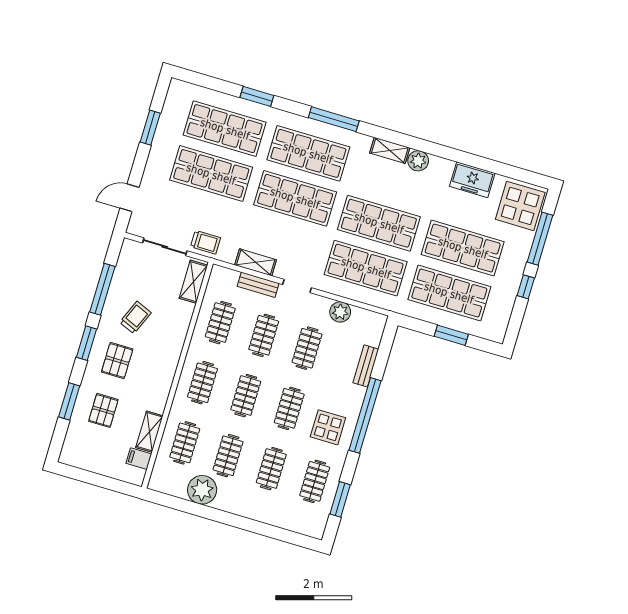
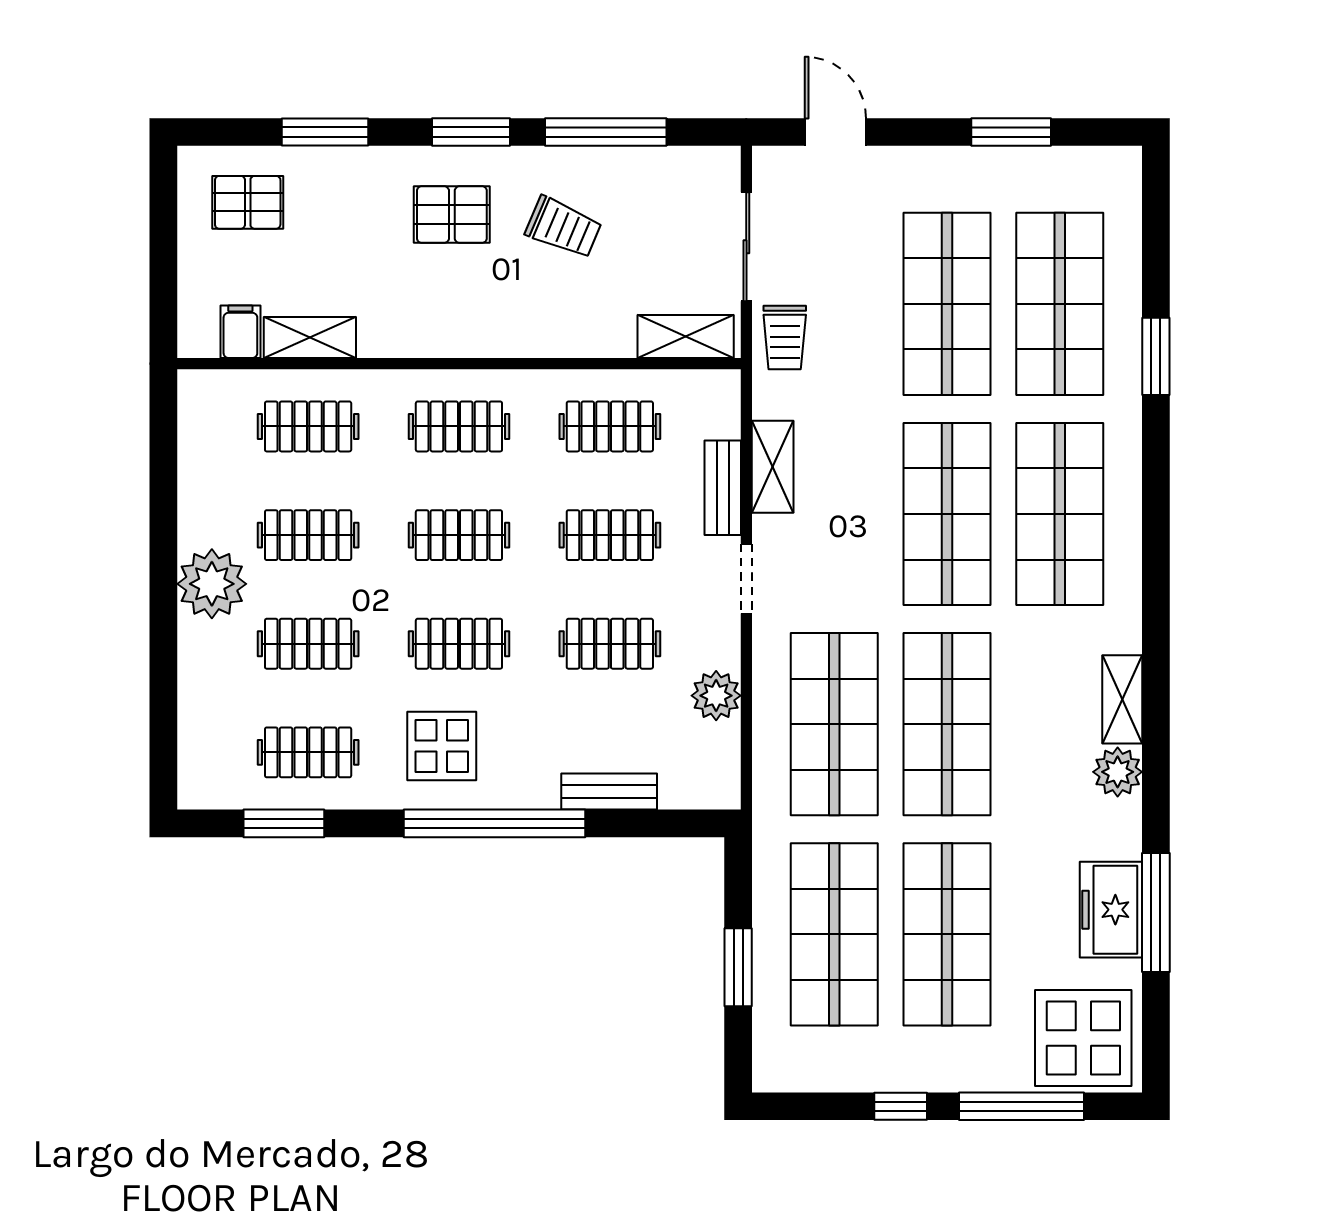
window: (334, 119) -> (1156, 912), moved
pallet: (103, 410) -> (248, 202), moved
plant: (202, 490) -> (212, 584), moved

